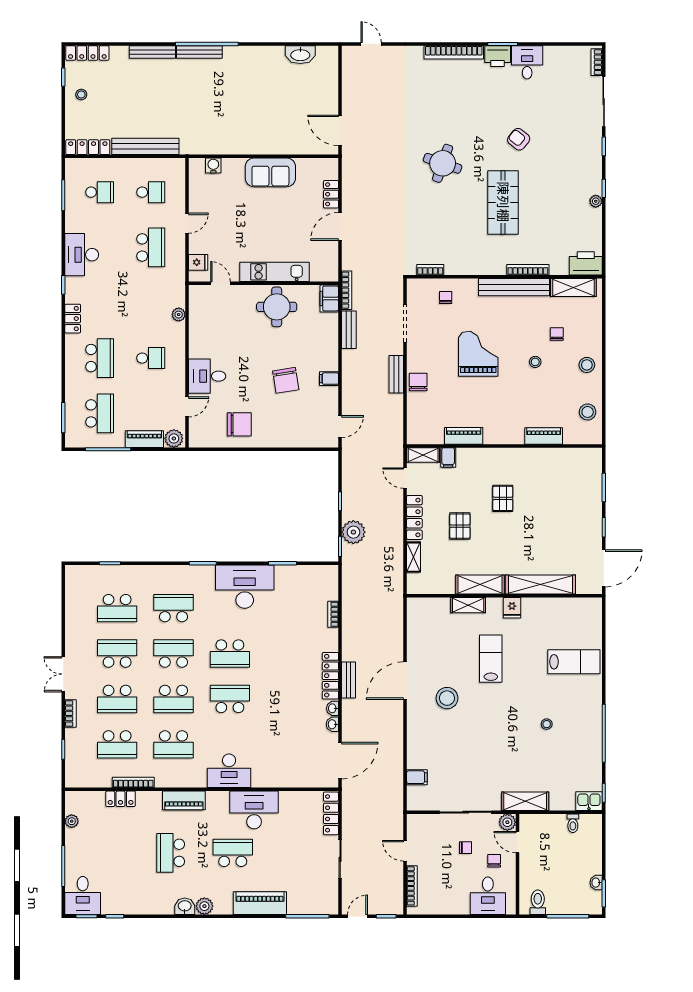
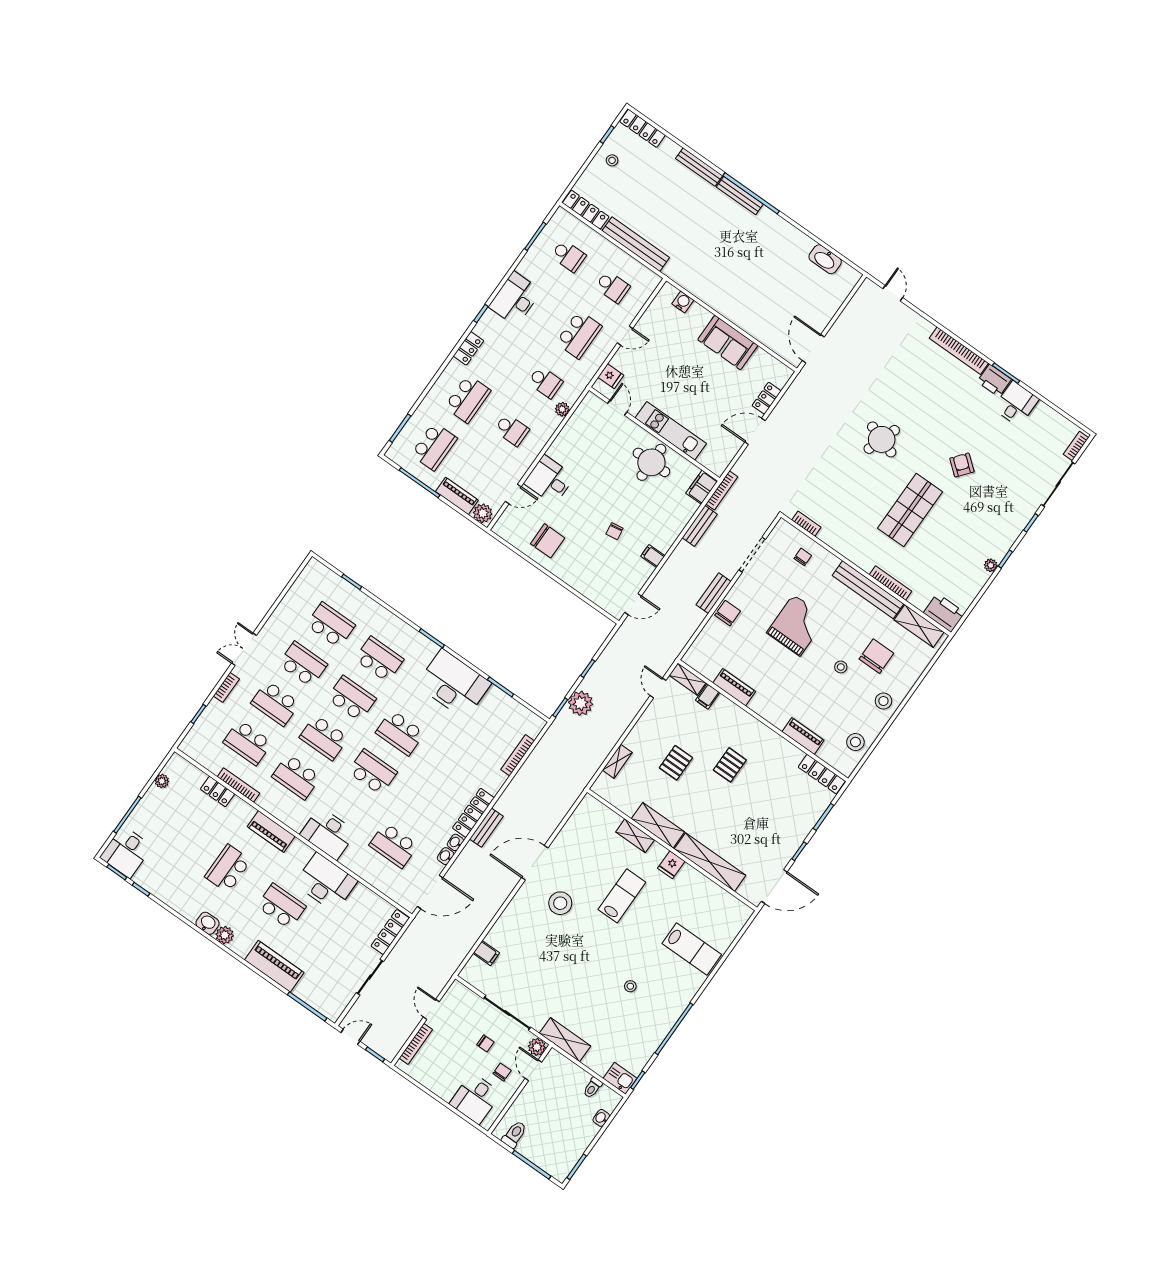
school desk: (151, 303) -> (545, 382), added
chair: (557, 334) -> (876, 656), width x1.87, depth x1.87
chair: (286, 380) -> (614, 531), width x0.54, depth x0.54
locker: (414, 517) -> (822, 774), moved, turned 90
school desk: (117, 608) -> (331, 625), turned 180
bookcase: (333, 614) -> (518, 755), width x1.56
school desk: (286, 744) -> (394, 845), added
washbasin: (596, 883) -> (601, 1118), moved

